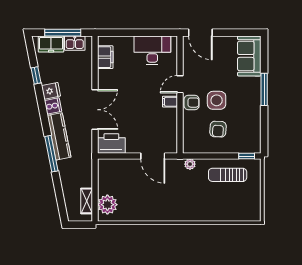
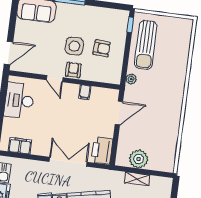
filing cabinet: (170, 102) -> (85, 92), moved
sun lounger: (228, 175) -> (146, 45), width x1.36, depth x1.34
shelving: (87, 201) -> (137, 179), moved
plant: (107, 205) -> (139, 159), moved

